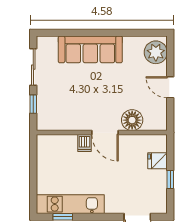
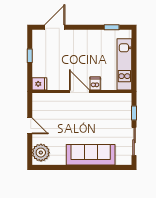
floor lamp: (132, 120) -> (59, 101), removed
fridge: (158, 161) -> (39, 84), moved
kitchen unit: (70, 204) -> (124, 64), moved, turned 90

